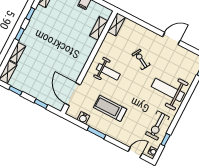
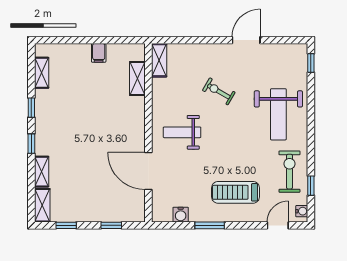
weight bench: (108, 72) -> (182, 132), turned 180
weight bench: (168, 90) -> (278, 114), turned -90
door: (73, 94) -> (148, 171), moved
treadmill: (110, 108) -> (235, 192), moved
exercise bike: (157, 126) -> (289, 172), turned 180

